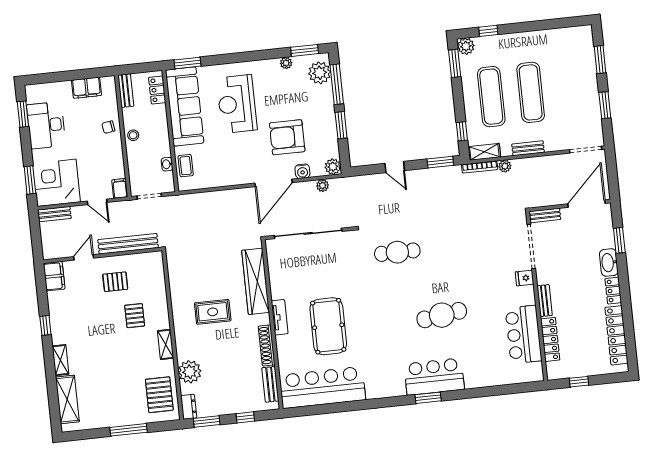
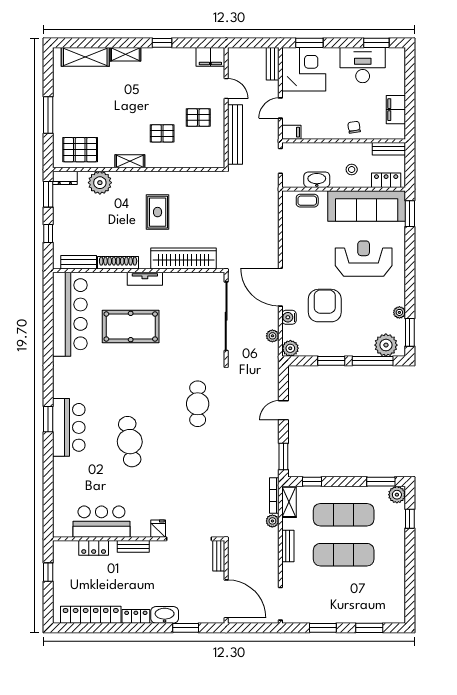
stool: (133, 135) -> (352, 170), moved
washbasin: (167, 164) -> (317, 180), width x1.91, depth x1.45
pallet: (115, 282) -> (198, 118), turned 90
locker: (550, 339) -> (94, 548), width x0.66

